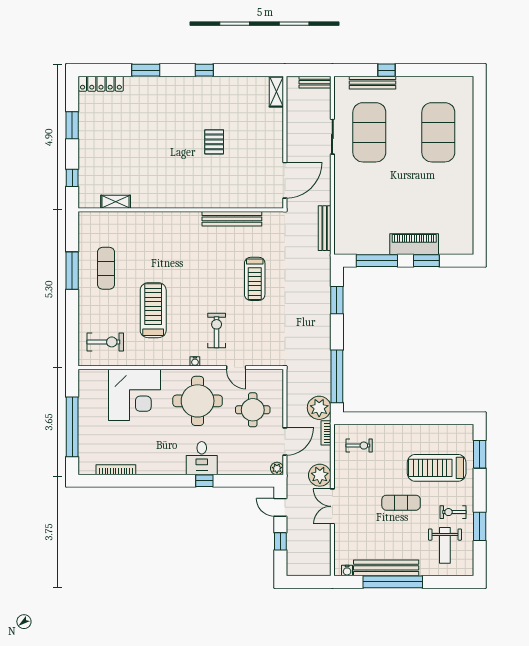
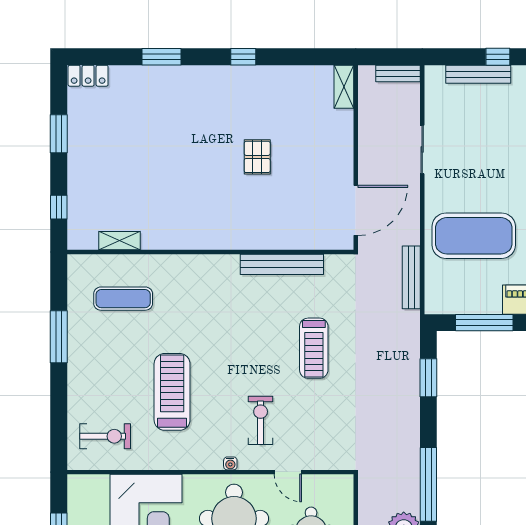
locker: (101, 84) -> (88, 76), width x0.66
exercise mat: (369, 132) -> (474, 236), moved, turned 90
exercise mat: (106, 268) -> (123, 299), moved, turned 90

